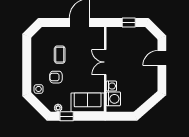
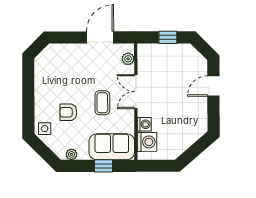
plant: (100, 38) -> (128, 59), added
coffee table: (60, 55) -> (102, 103), moved
window: (67, 116) -> (104, 166), moved

